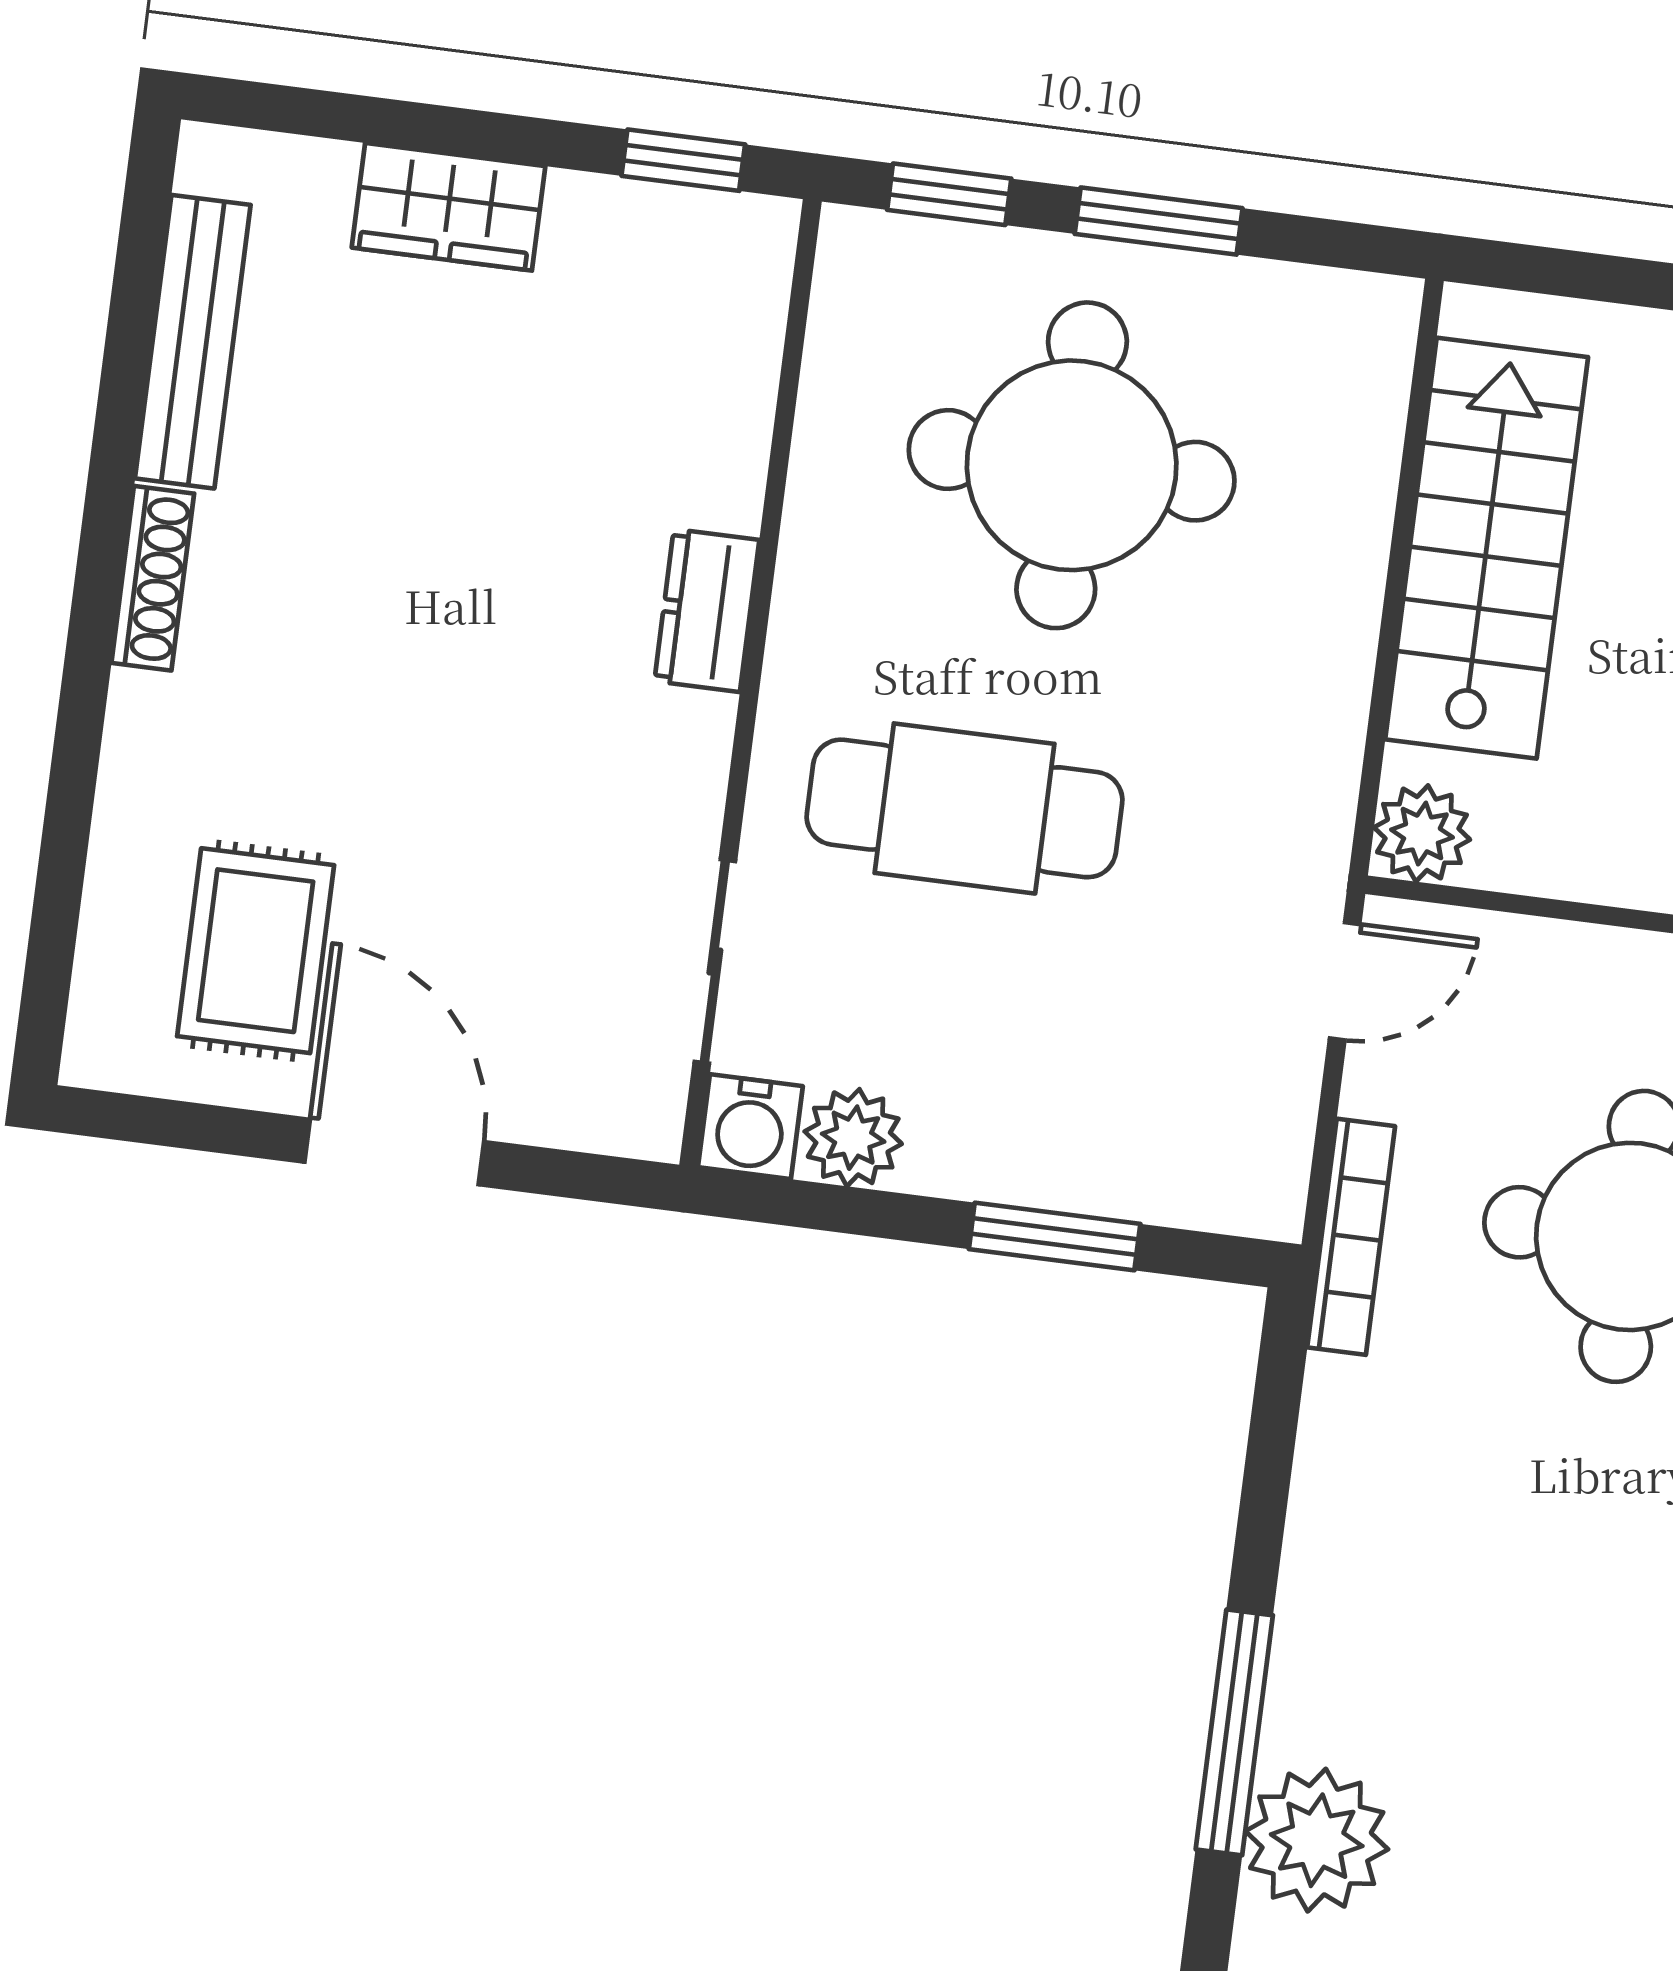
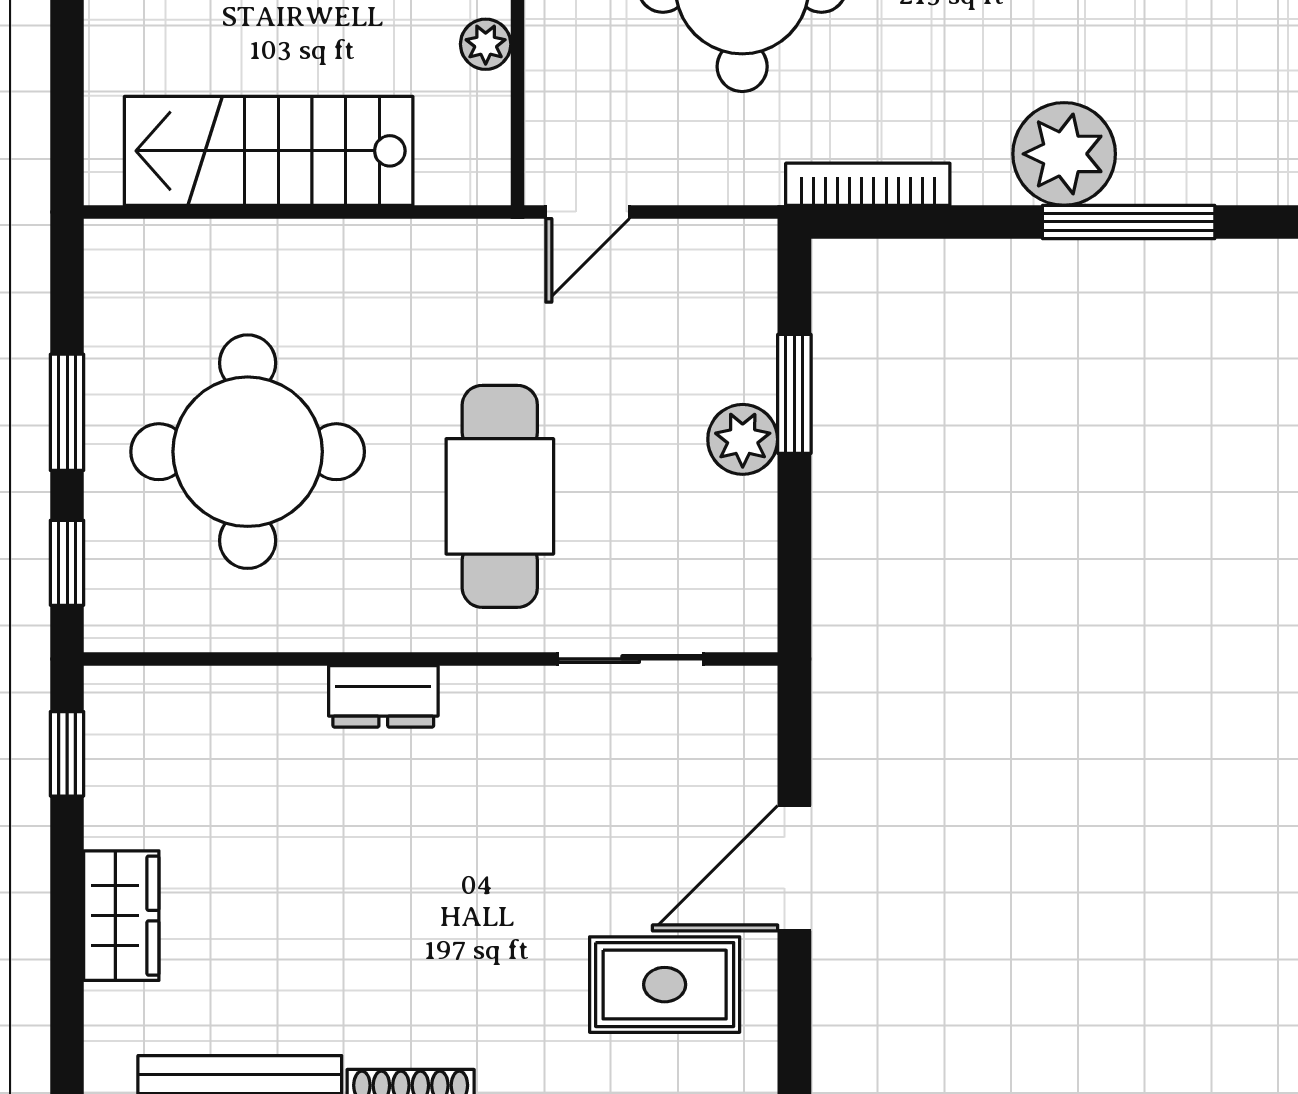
plant: (1422, 834) -> (486, 44), moved, width x0.73, depth x0.73
door: (1345, 981) -> (588, 212), swing flipped
water cooler: (750, 1127) -> (744, 619), removed
plant: (853, 1138) -> (743, 439), moved
bookcase: (1351, 1237) -> (868, 184), moved
plant: (1317, 1840) -> (1064, 154), moved

